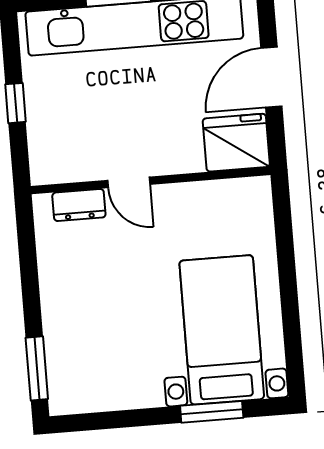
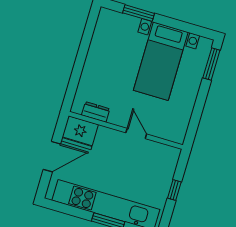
dresser: (79, 205) -> (96, 112), moved
bed with nightstands: (222, 330) -> (161, 61), moved

